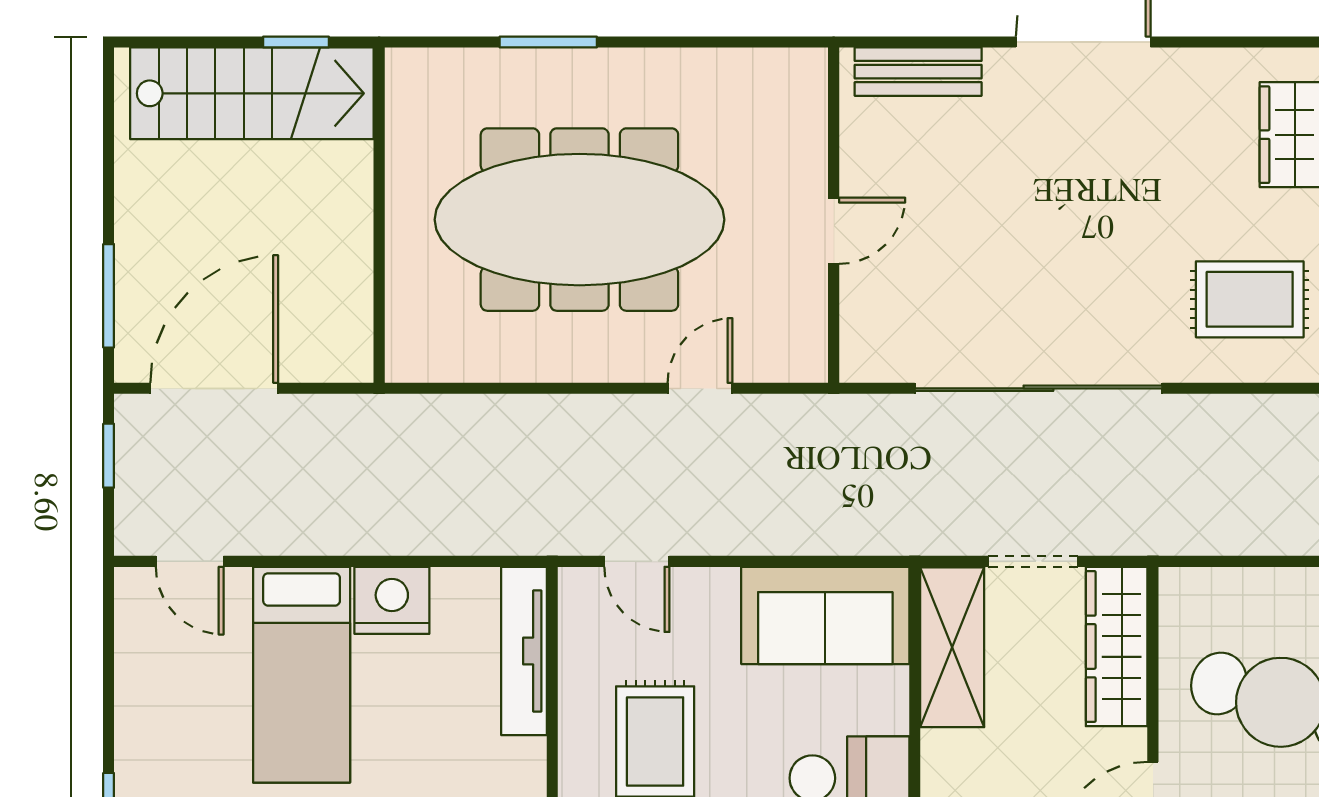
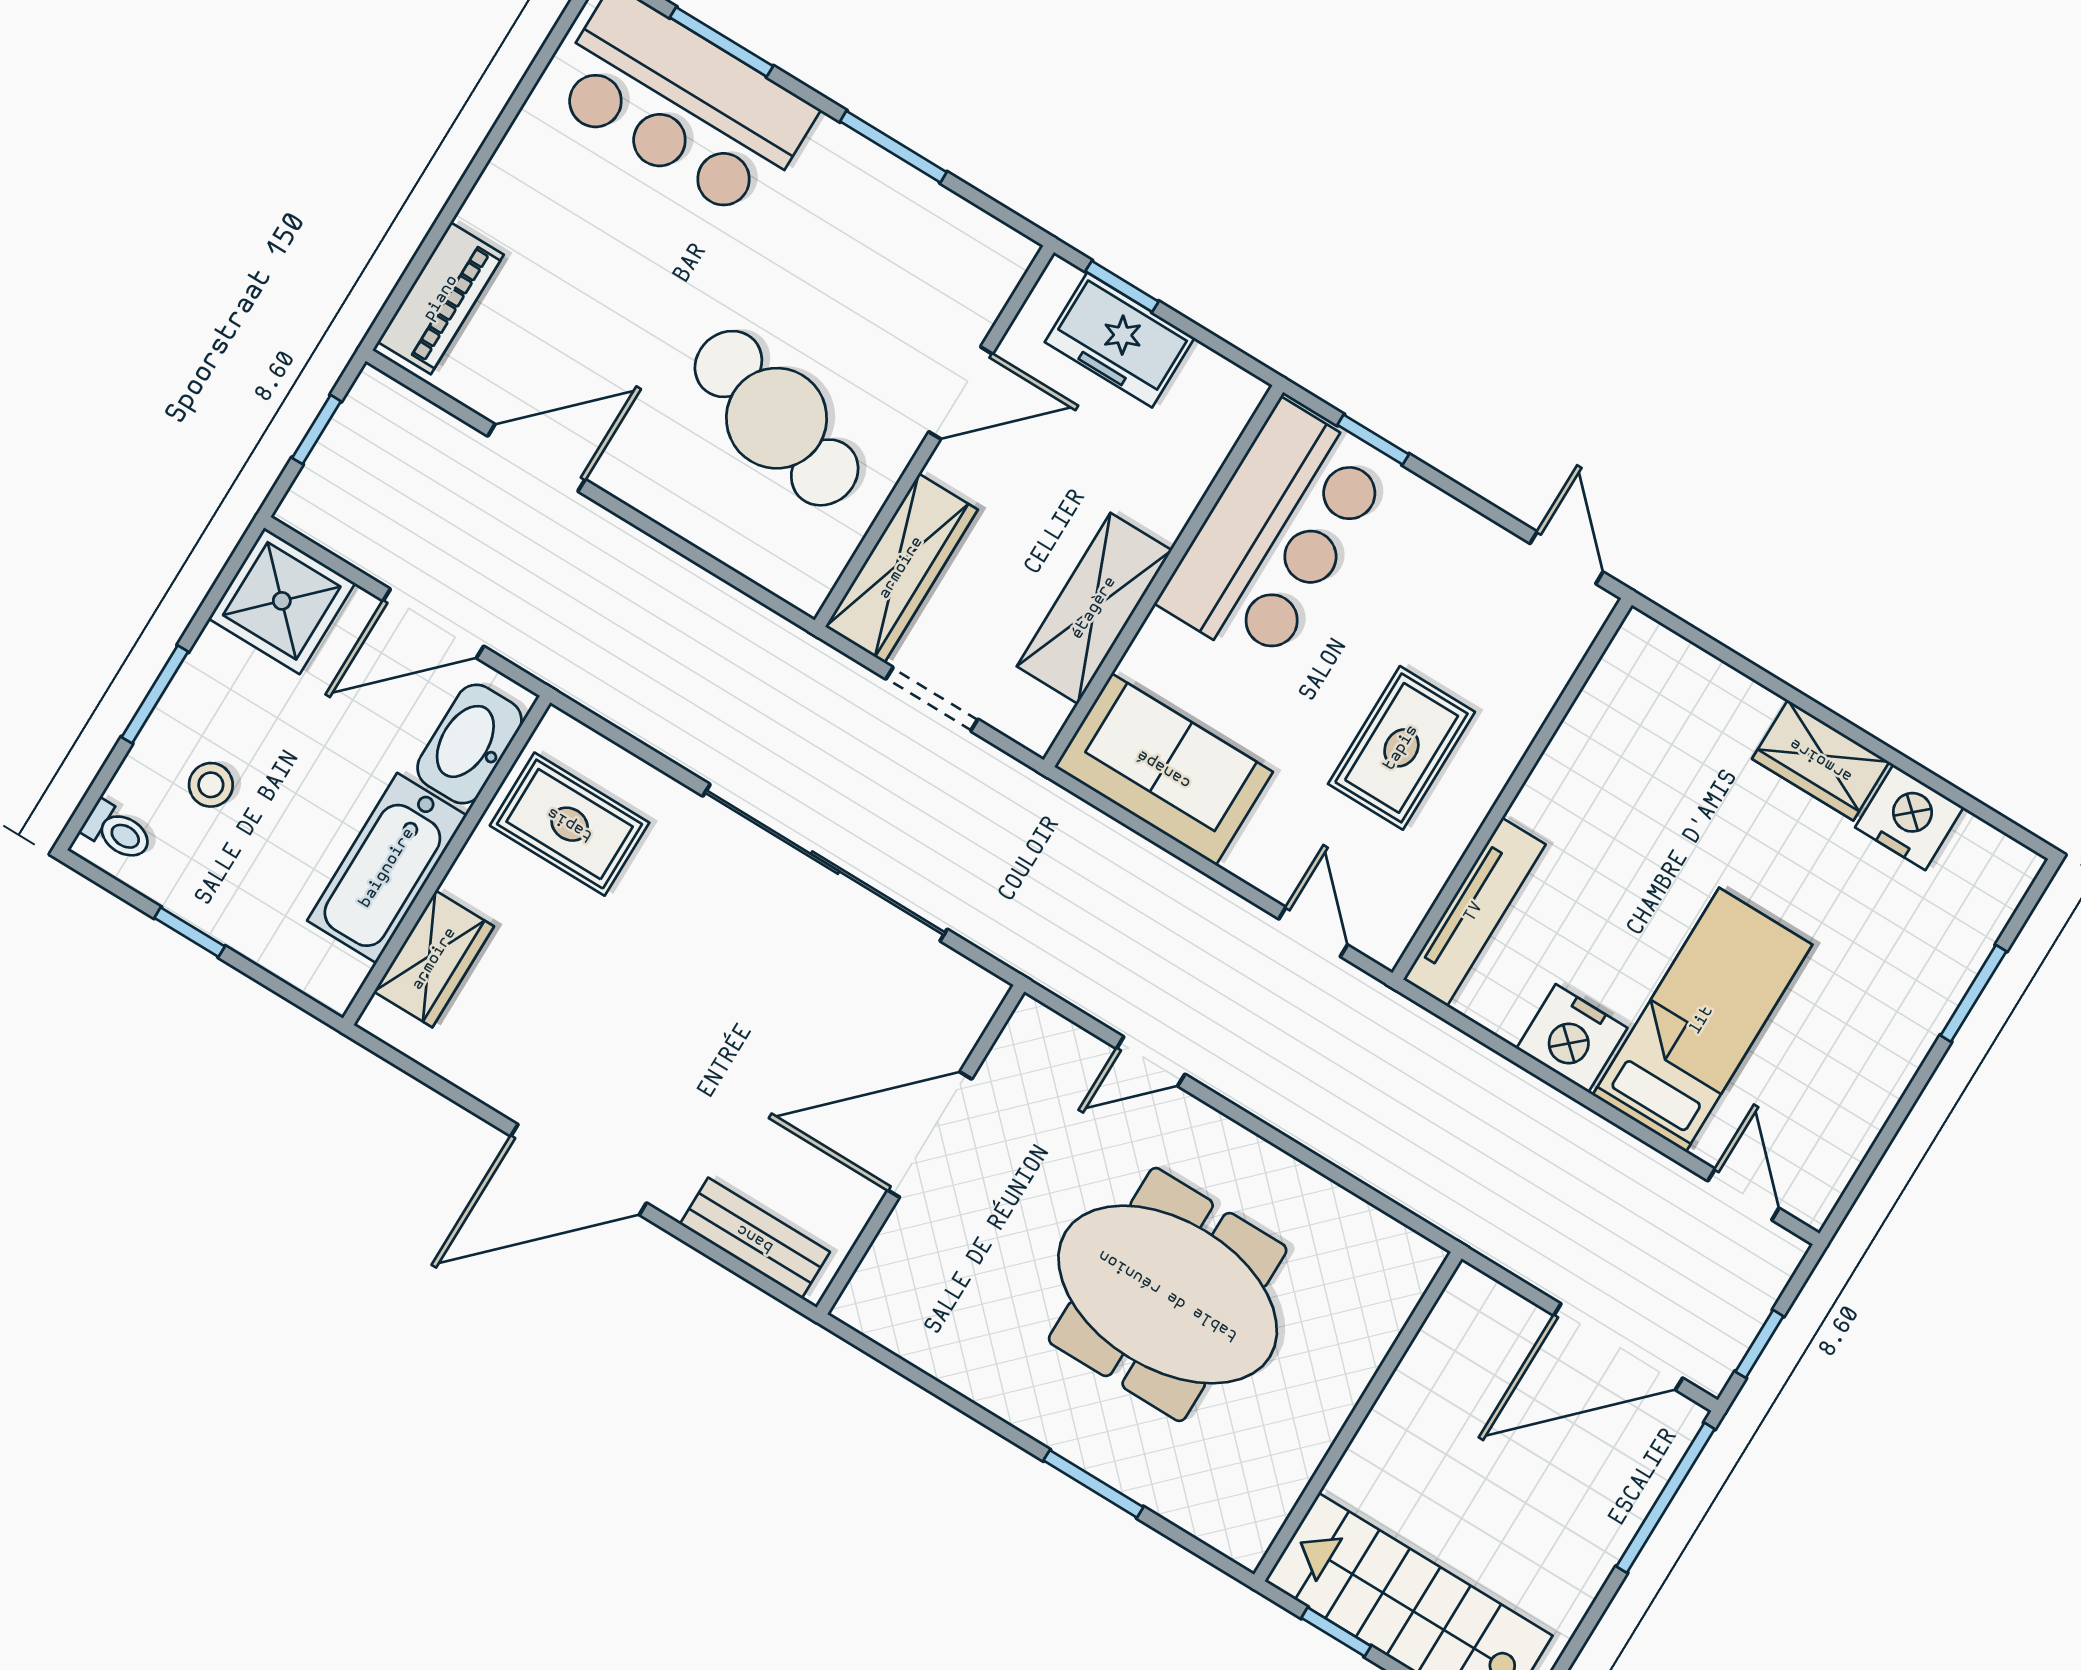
meeting table: (579, 220) -> (1168, 1295), width x0.73
door: (834, 231) -> (930, 1135), width x1.88
window: (109, 296) -> (1666, 1498), width x1.44
shelving: (952, 647) -> (1094, 608), moved

